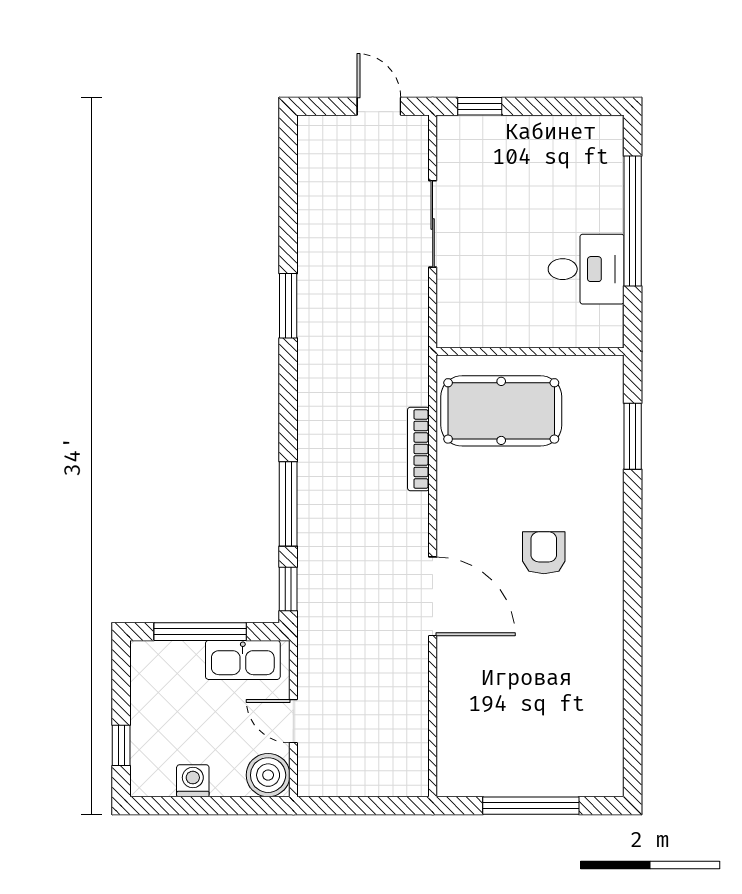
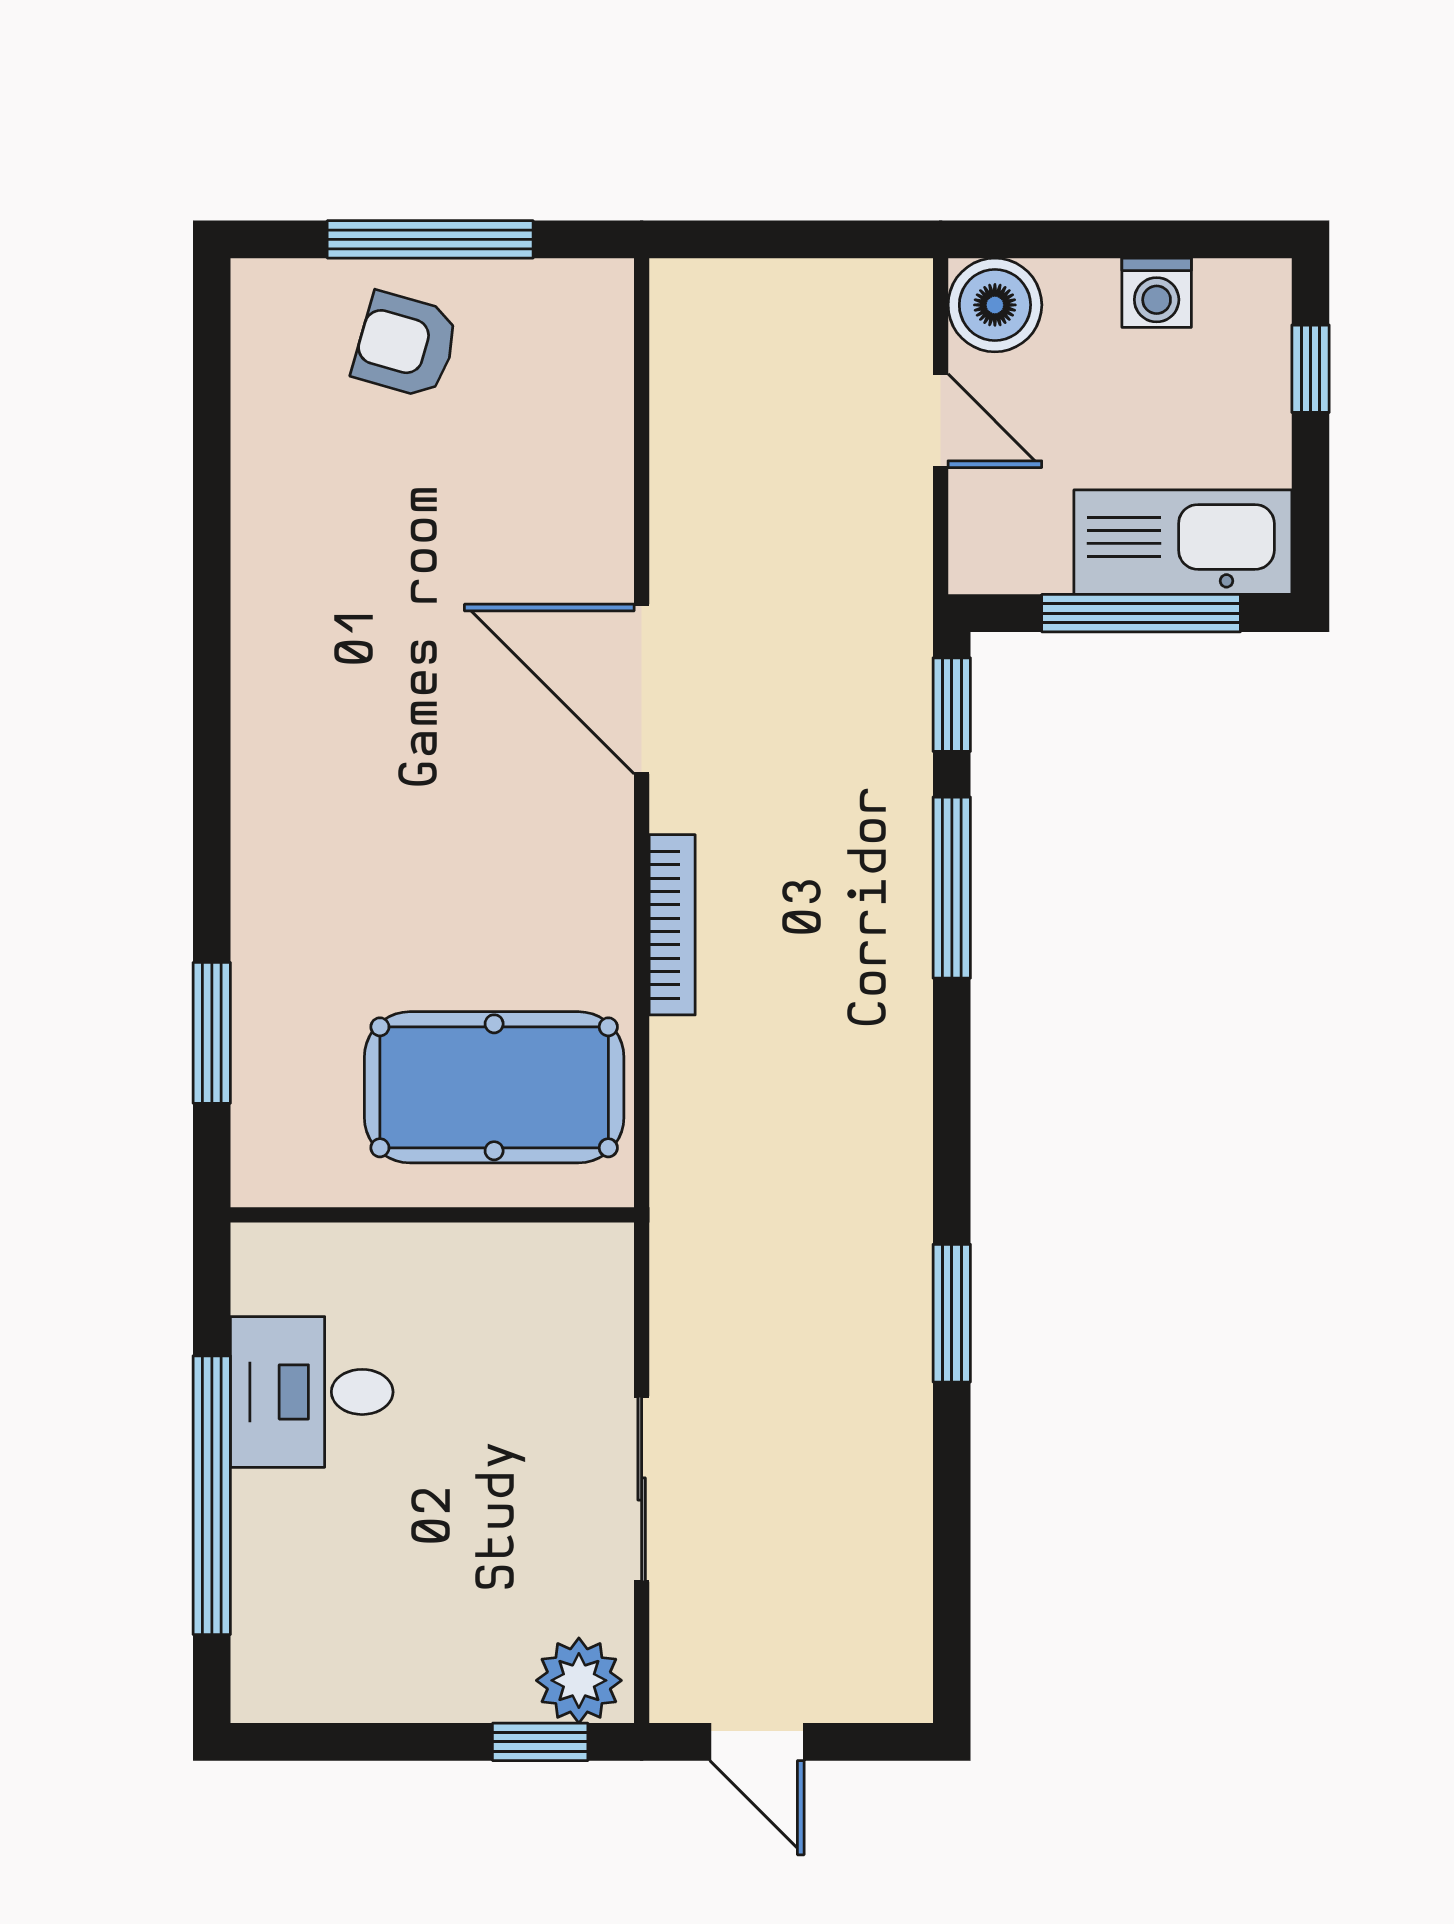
plant: (462, 135) -> (579, 1680), added
bookcase: (418, 449) -> (672, 925), moved
armchair: (544, 553) -> (406, 345), moved, turned 106
kitchen sink: (243, 660) -> (1183, 542), moved, width x1.36, depth x1.24

